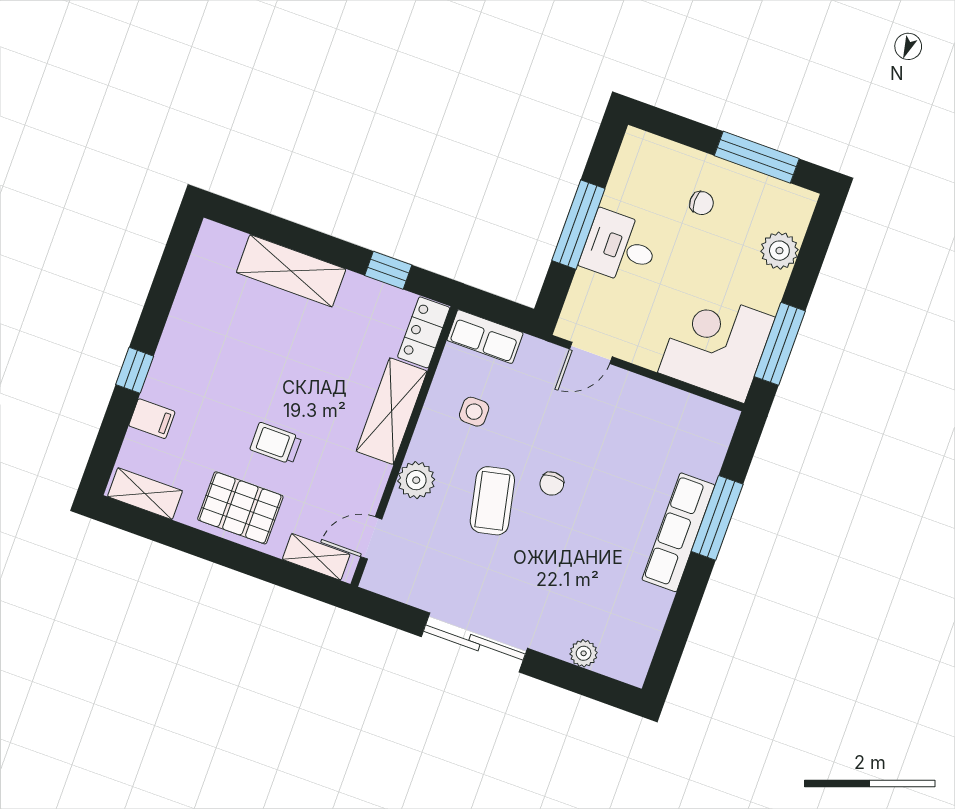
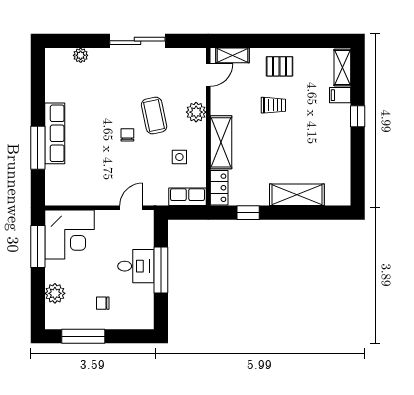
shelving: (145, 494) -> (342, 67), moved, turned 90
pallet: (240, 508) -> (280, 66), width x0.67, depth x0.71

